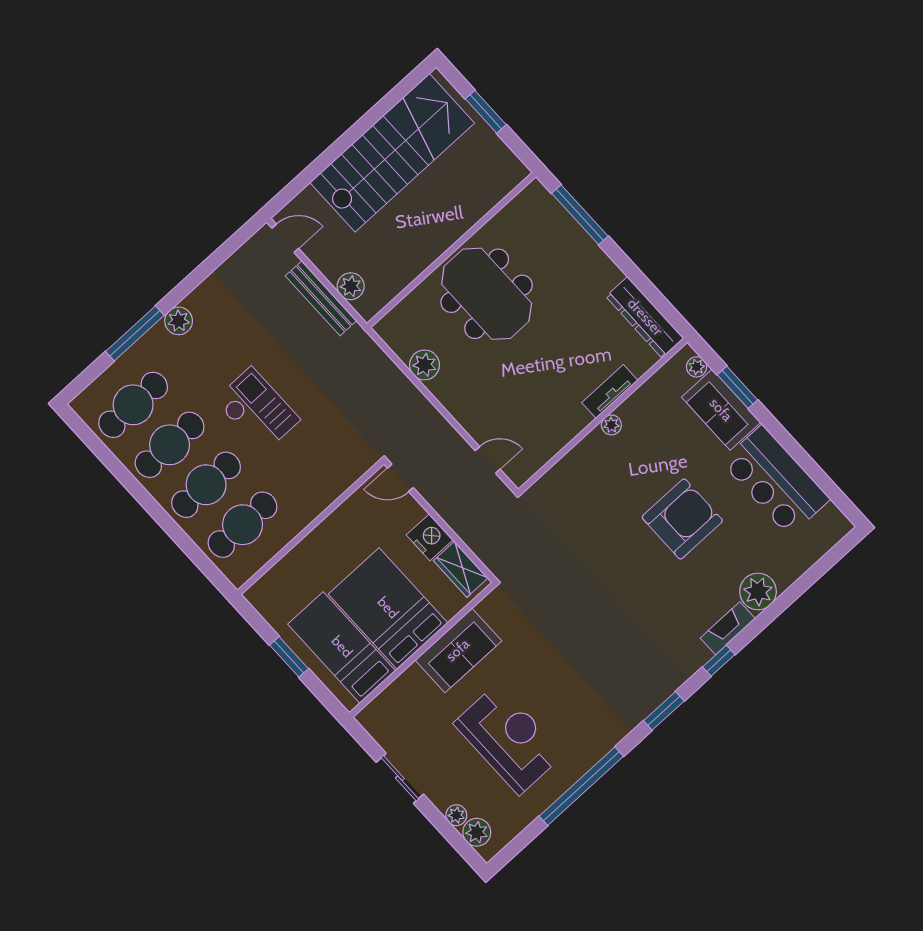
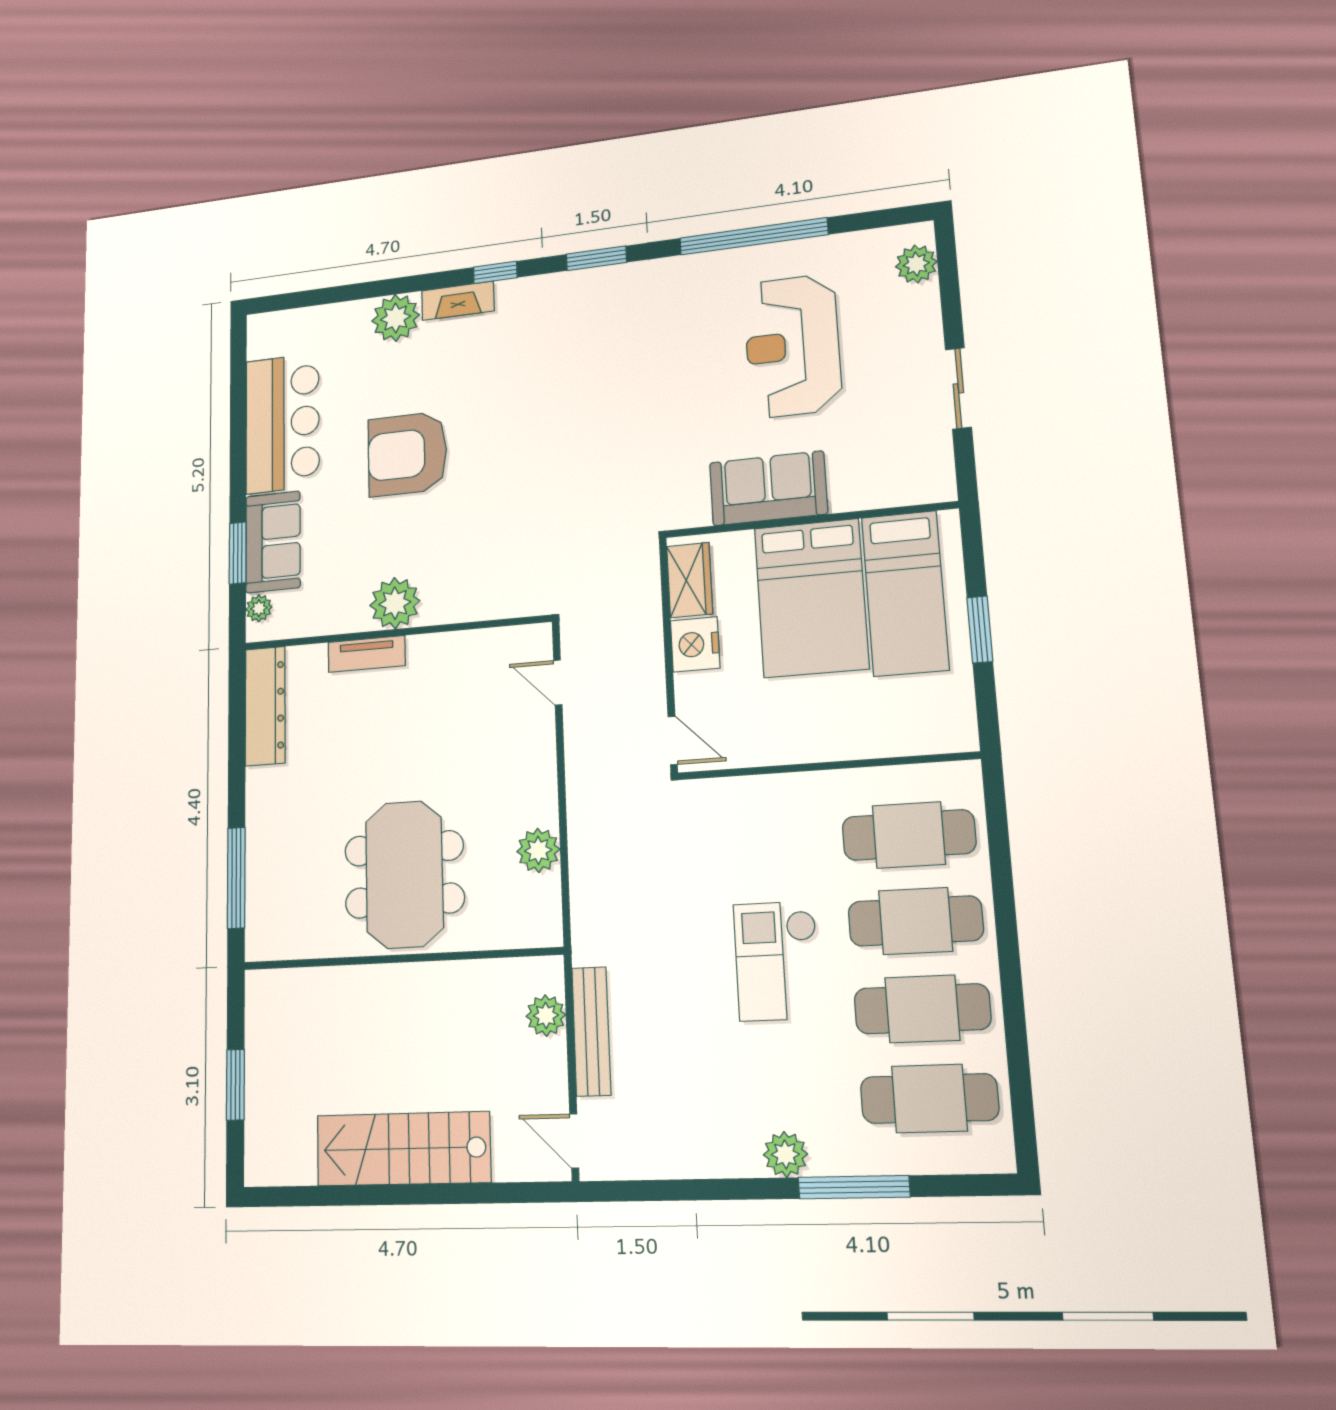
stairs: (392, 153) -> (403, 1149), width x0.73, depth x0.66
plant: (611, 425) -> (395, 603), width x1.87, depth x1.87
plant: (456, 815) -> (925, 300), removed

